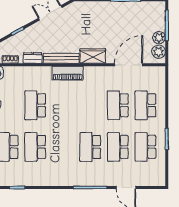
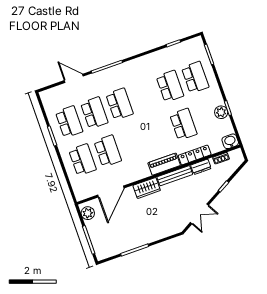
plant: (159, 38) -> (92, 226), removed
locker: (35, 72) -> (195, 155), added

